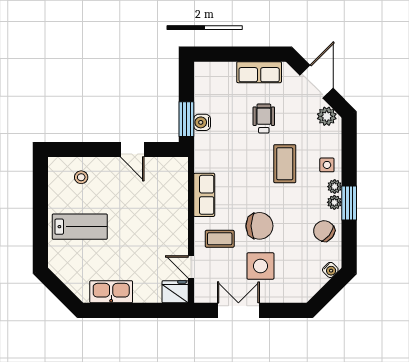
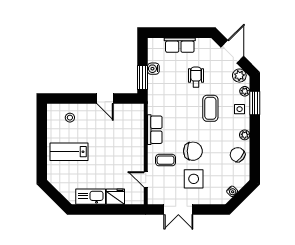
row of seats: (259, 72) -> (180, 45), moved
water cooler: (202, 122) -> (153, 69), moved
plant: (335, 187) -> (245, 91), moved
window: (349, 203) -> (255, 103), moved
lab bench: (80, 227) -> (69, 152), turned 180
water cooler: (330, 270) -> (232, 191), moved
fridge: (175, 292) -> (115, 197), moved
double door: (238, 310) -> (178, 210), swing flipped

